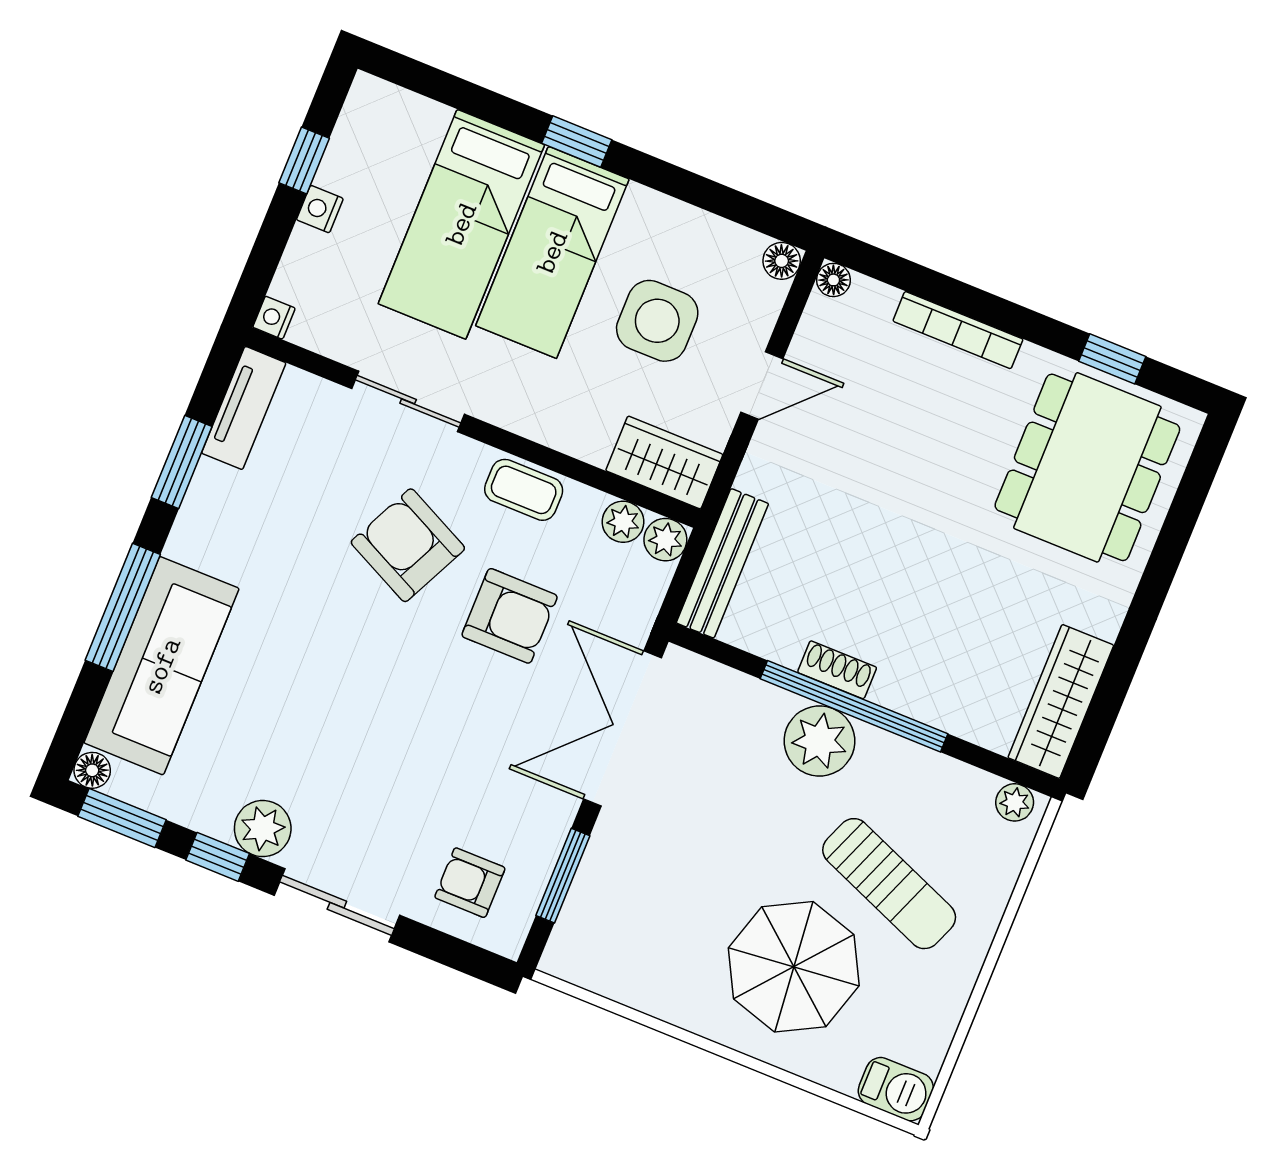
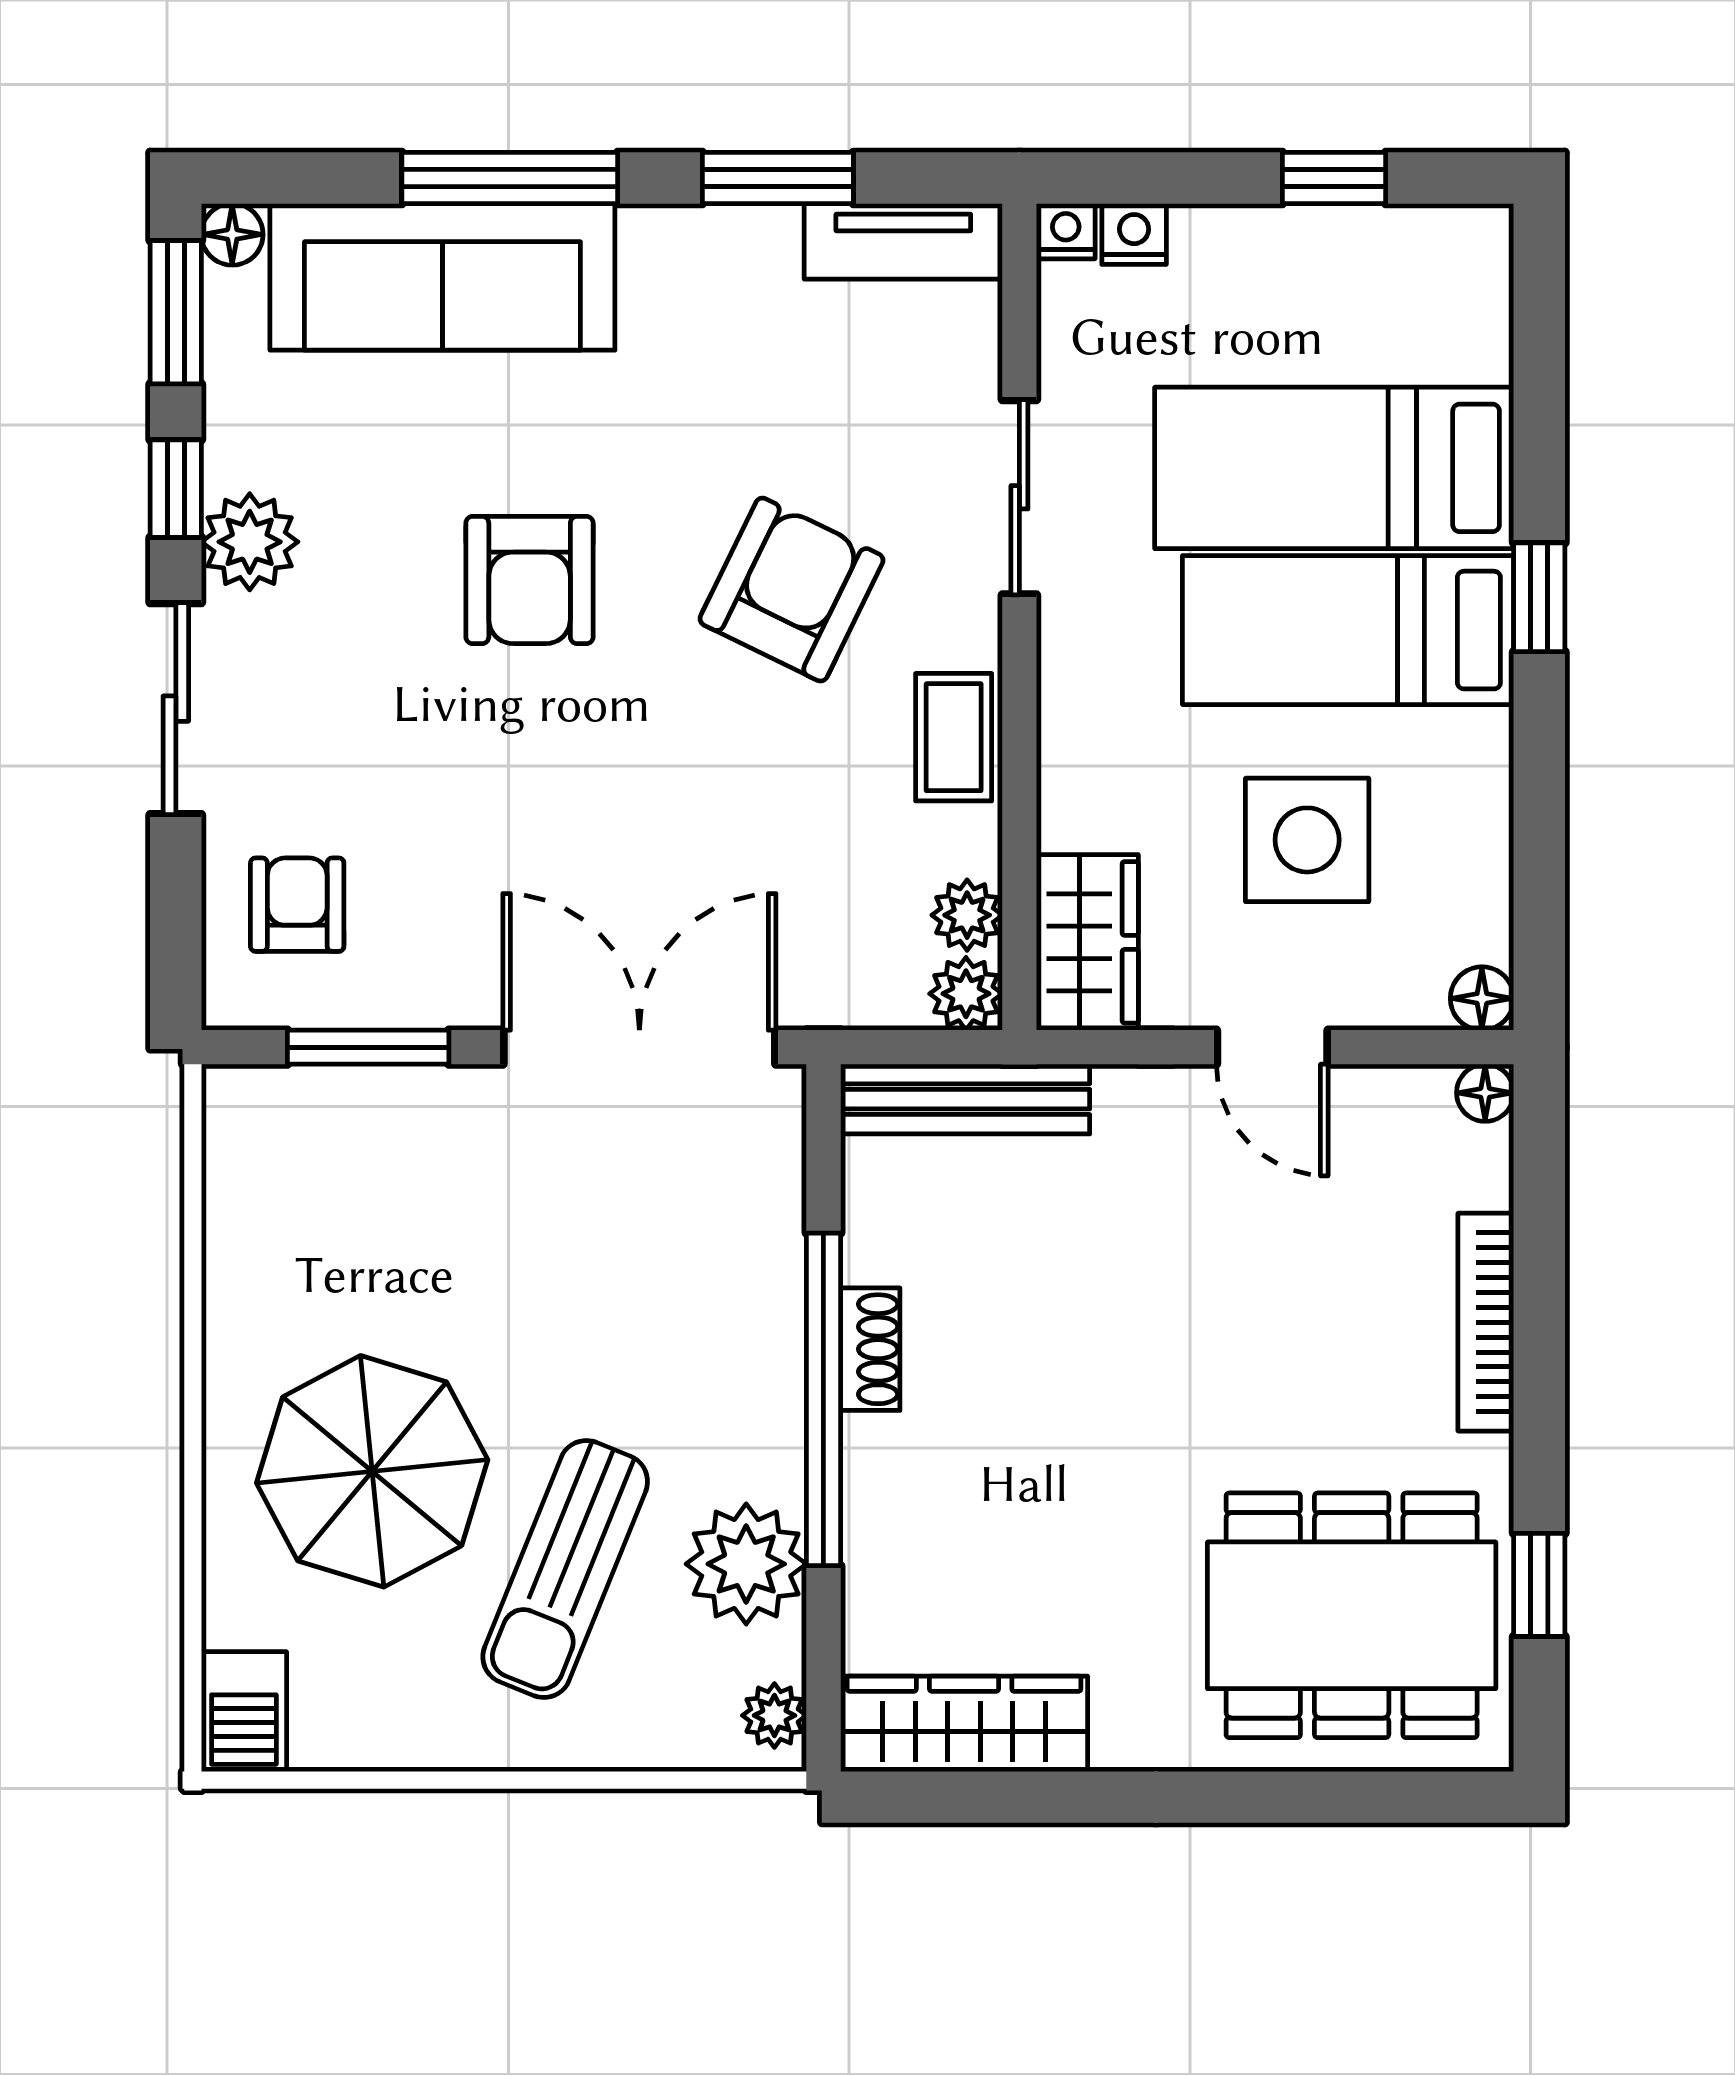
nightstand: (320, 209) -> (1134, 234), moved
armchair: (510, 616) -> (530, 580), moved
plant: (820, 741) -> (746, 1564), moved

